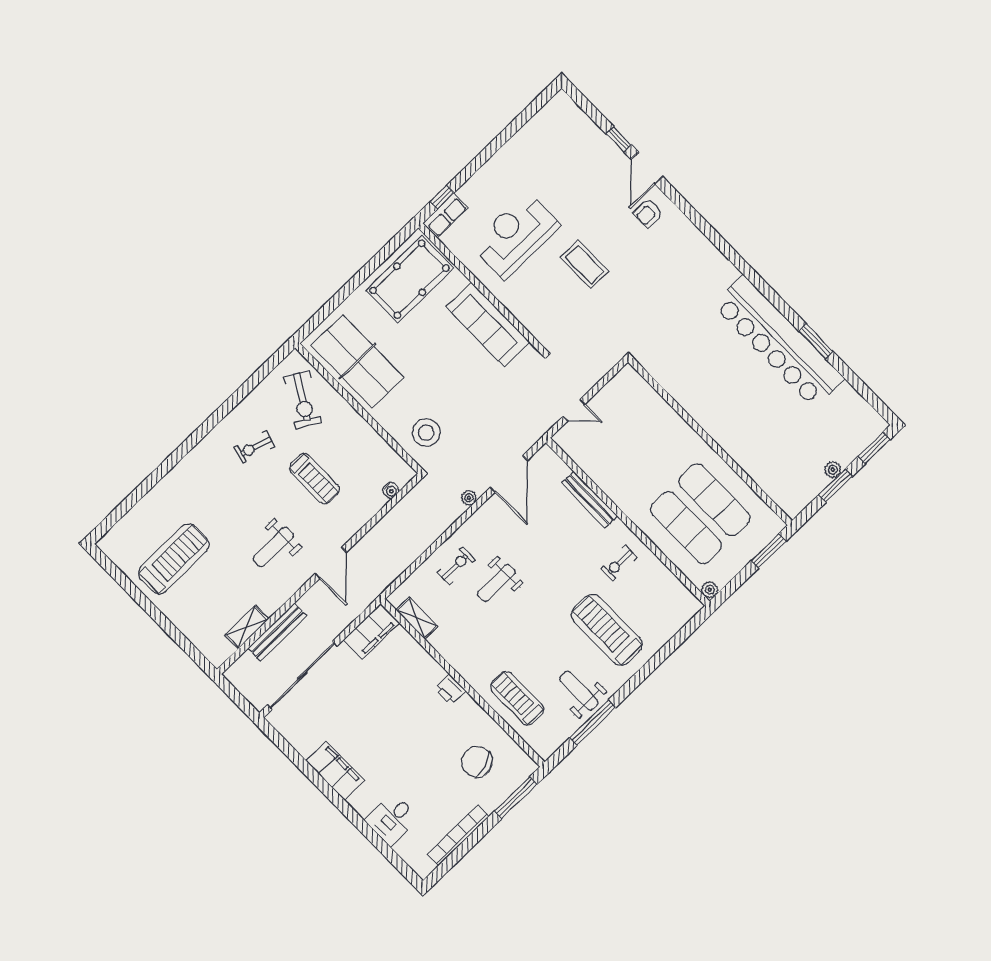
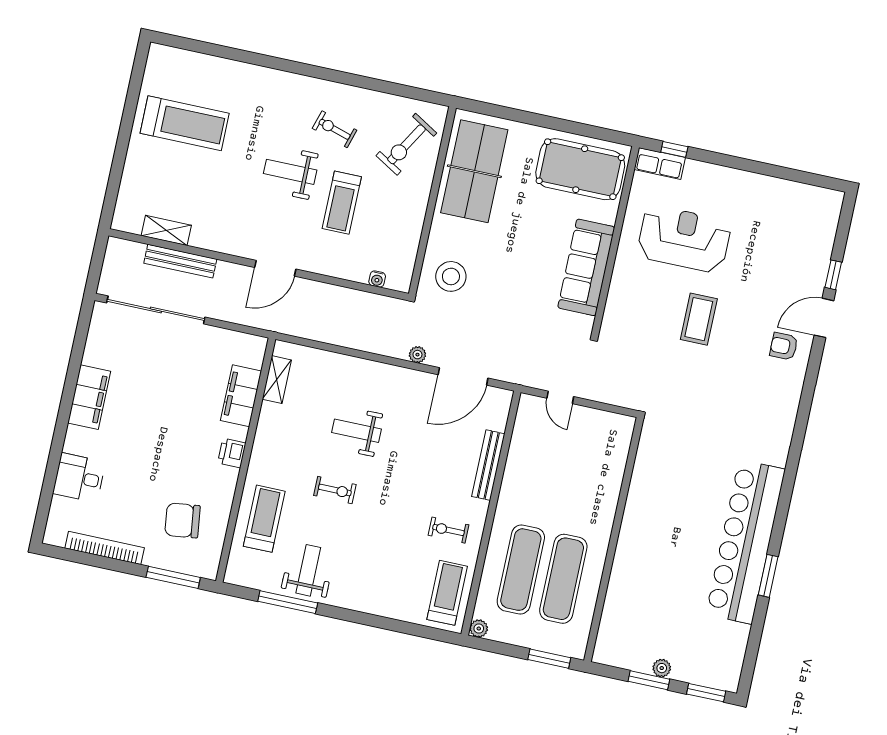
weight bench: (273, 547) -> (290, 172), moved
exercise bike: (456, 566) -> (335, 490), moved
treadmill: (607, 630) -> (447, 593), moved, width x0.73, depth x0.73
filing cabinet: (371, 631) -> (241, 396), moved, turned 90
chair: (477, 762) -> (182, 520), turned -80

